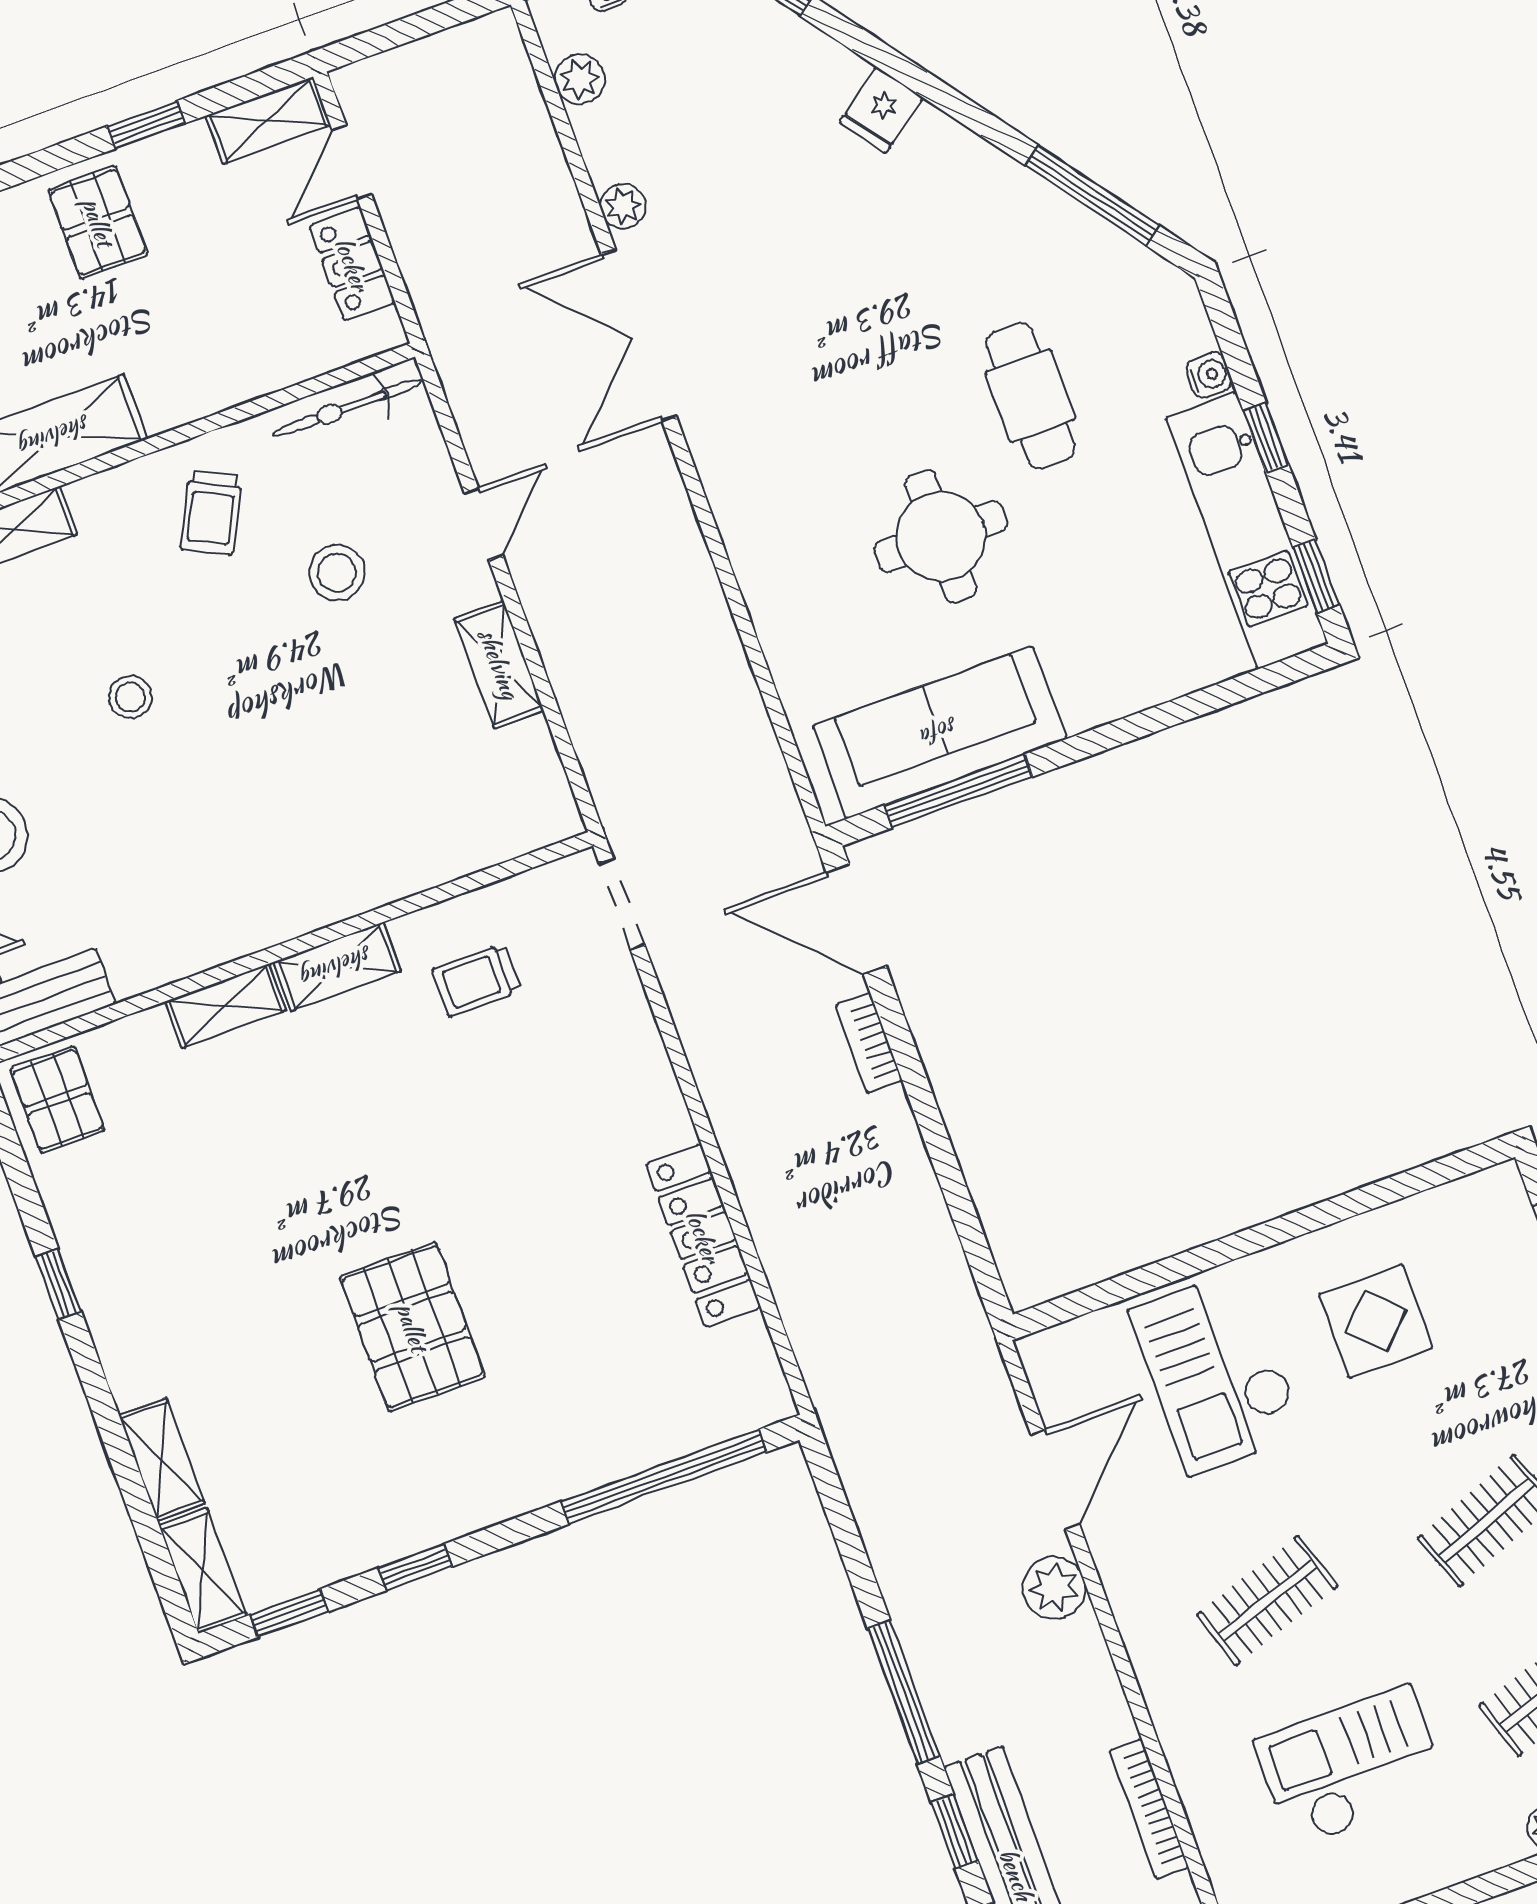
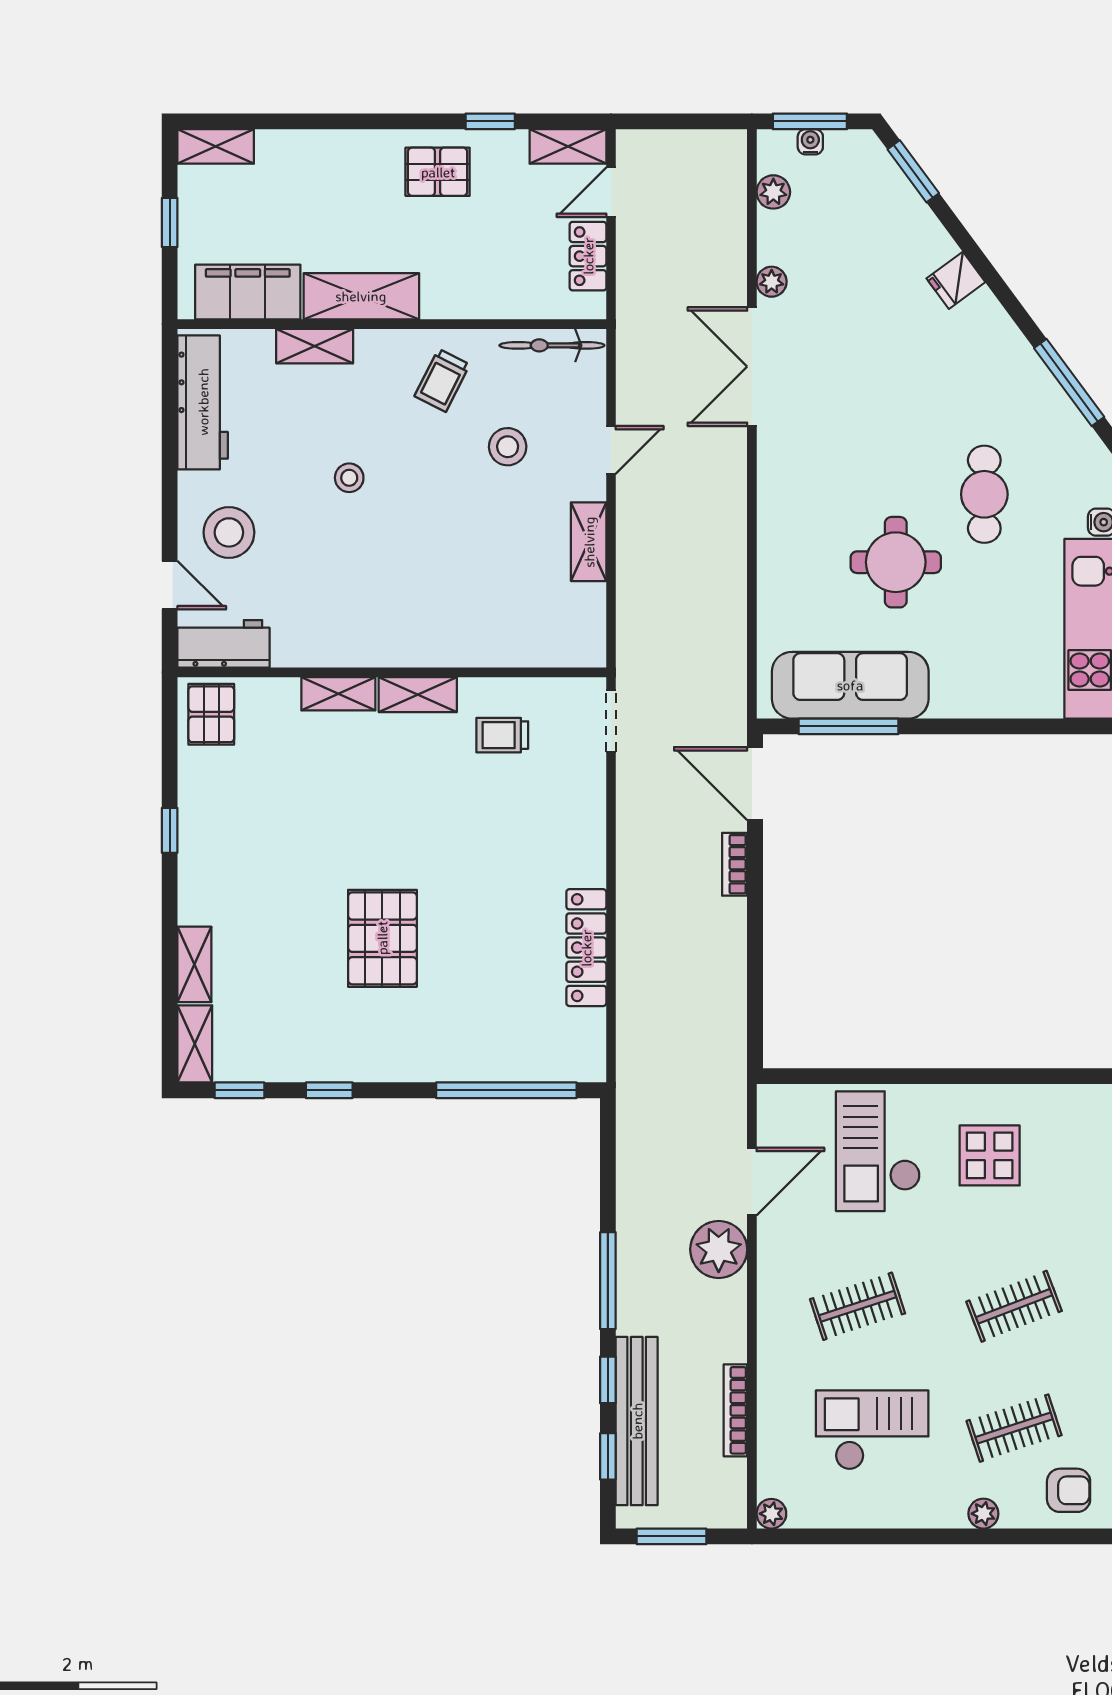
pallet: (98, 222) -> (438, 172), turned 90
plant: (1054, 1588) -> (719, 1249), width x1.36, depth x1.36

